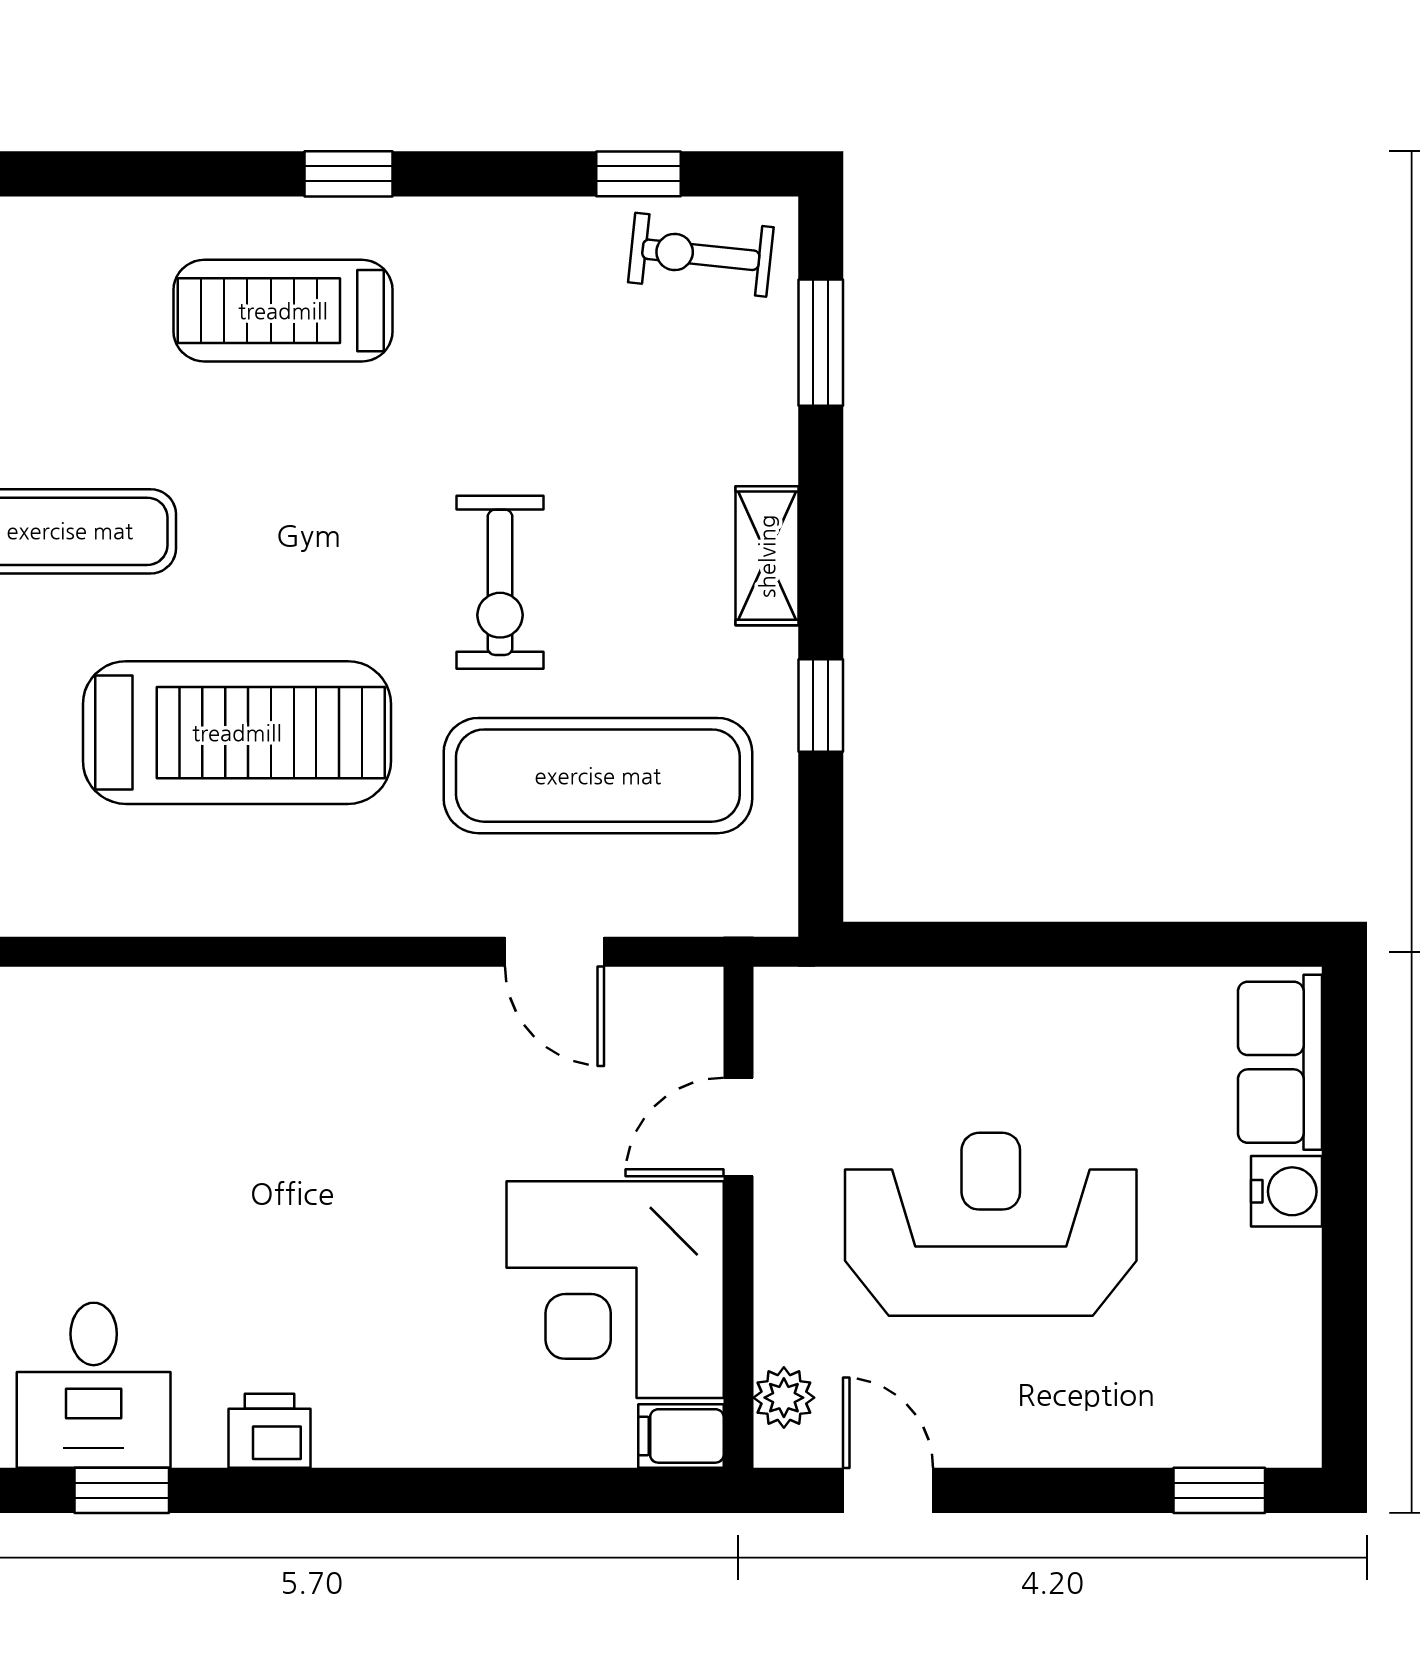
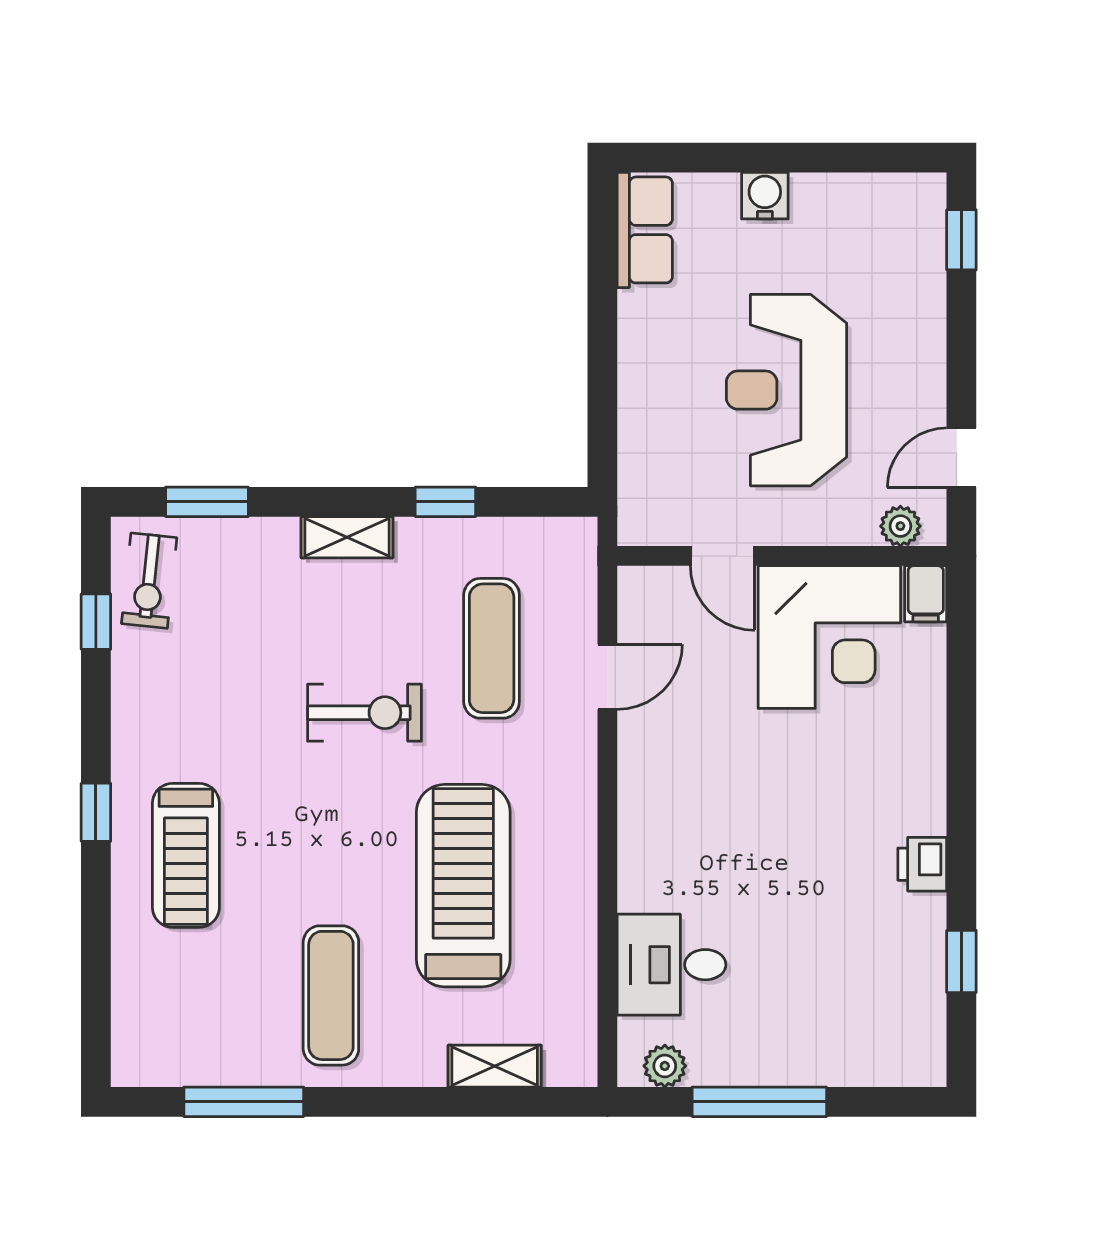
exercise mat: (598, 776) -> (492, 648), width x0.73, depth x0.69
row of seats: (1280, 1062) -> (645, 230), moved, turned -90
desk: (94, 1385) -> (672, 965), moved, turned 180

